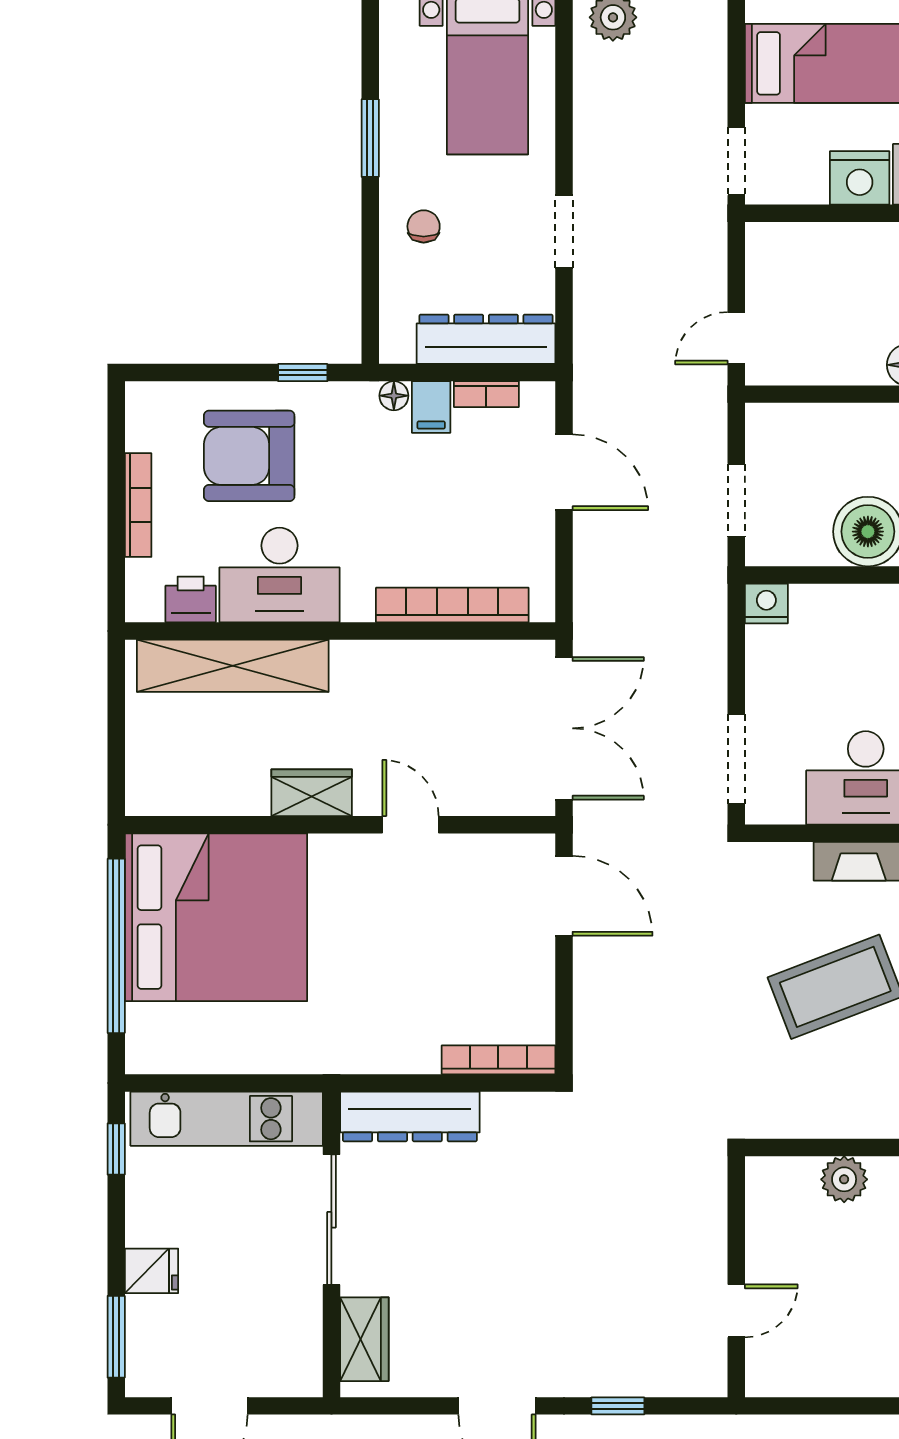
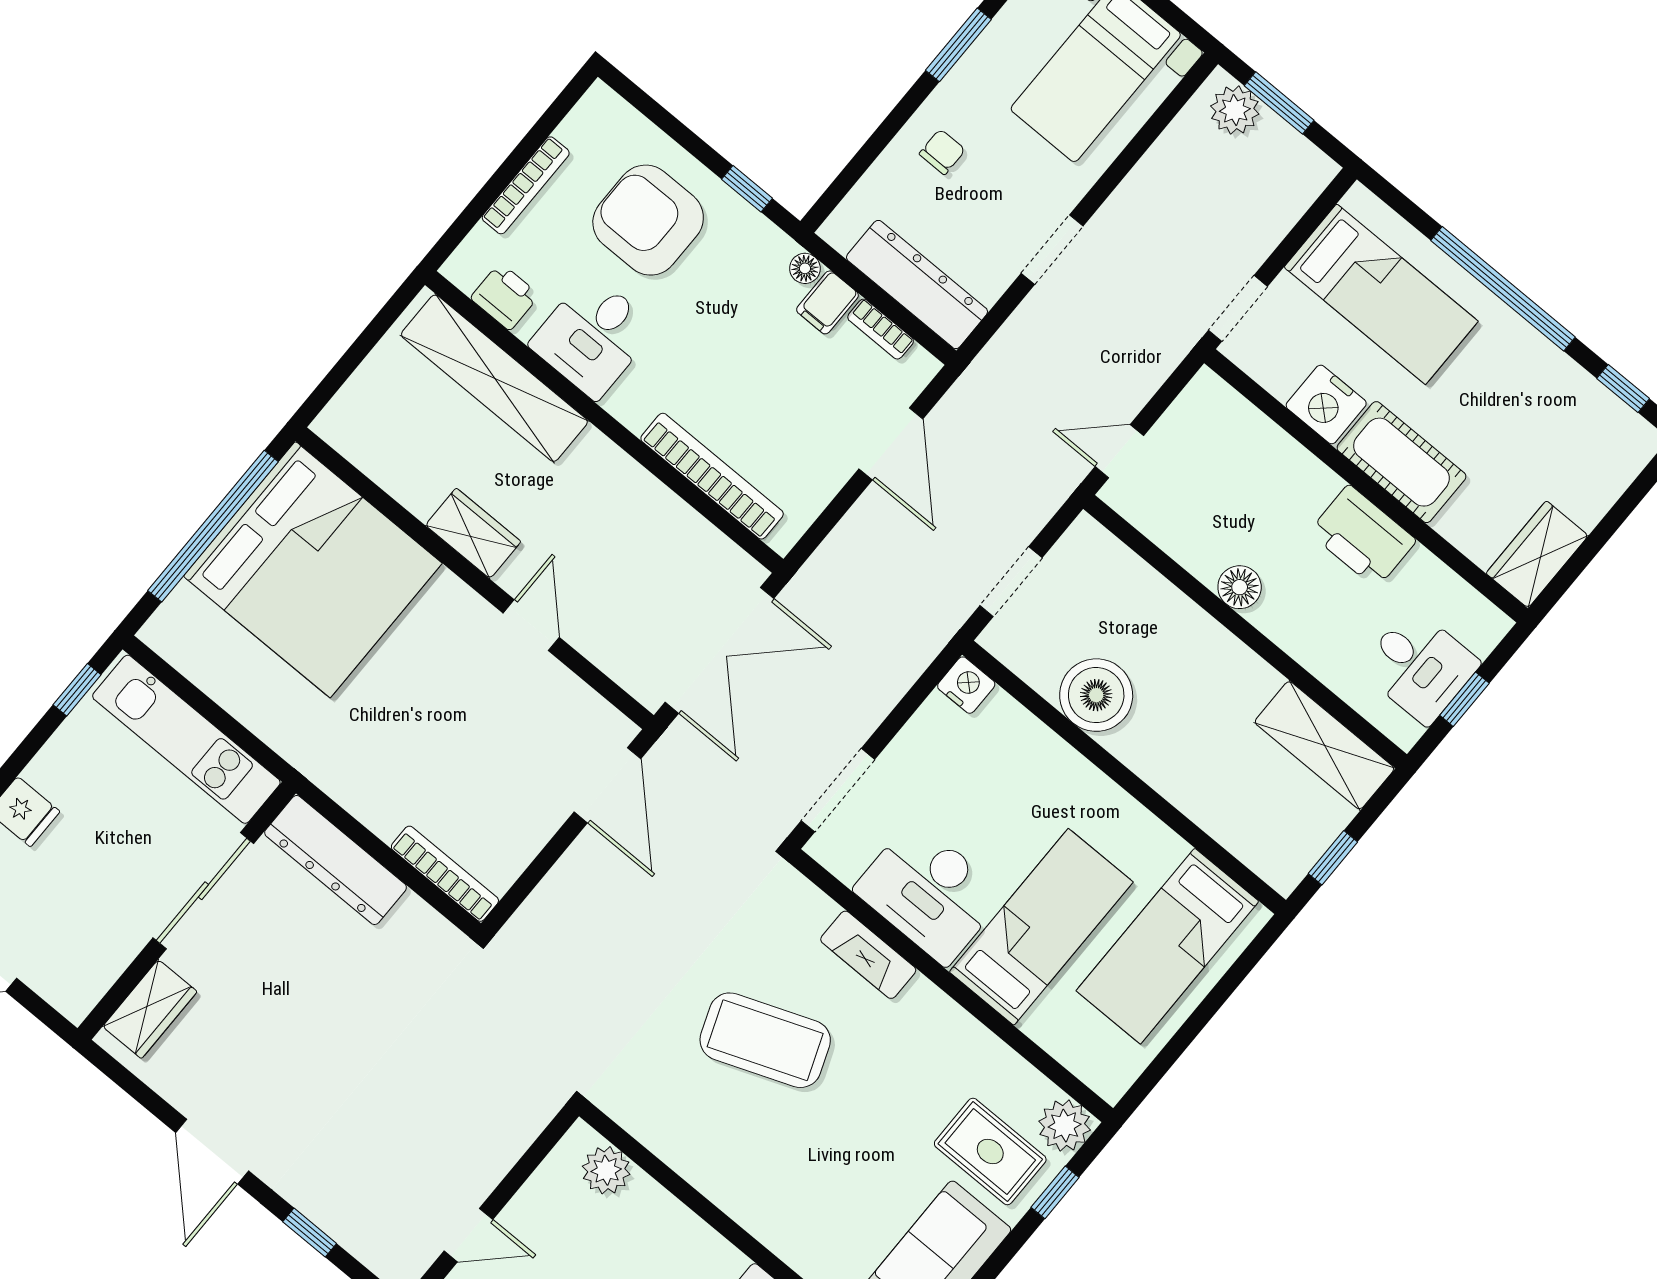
desk: (280, 575) -> (593, 336), width x0.73
plant: (844, 1179) -> (606, 1170), moved

